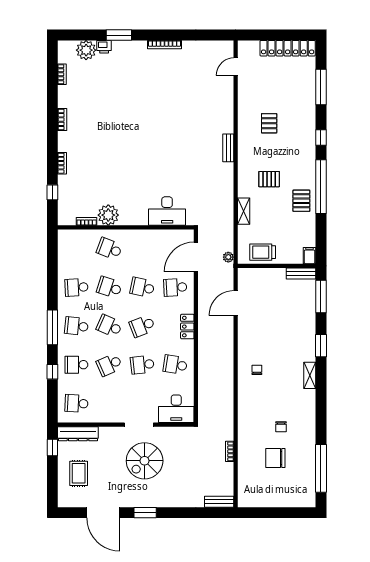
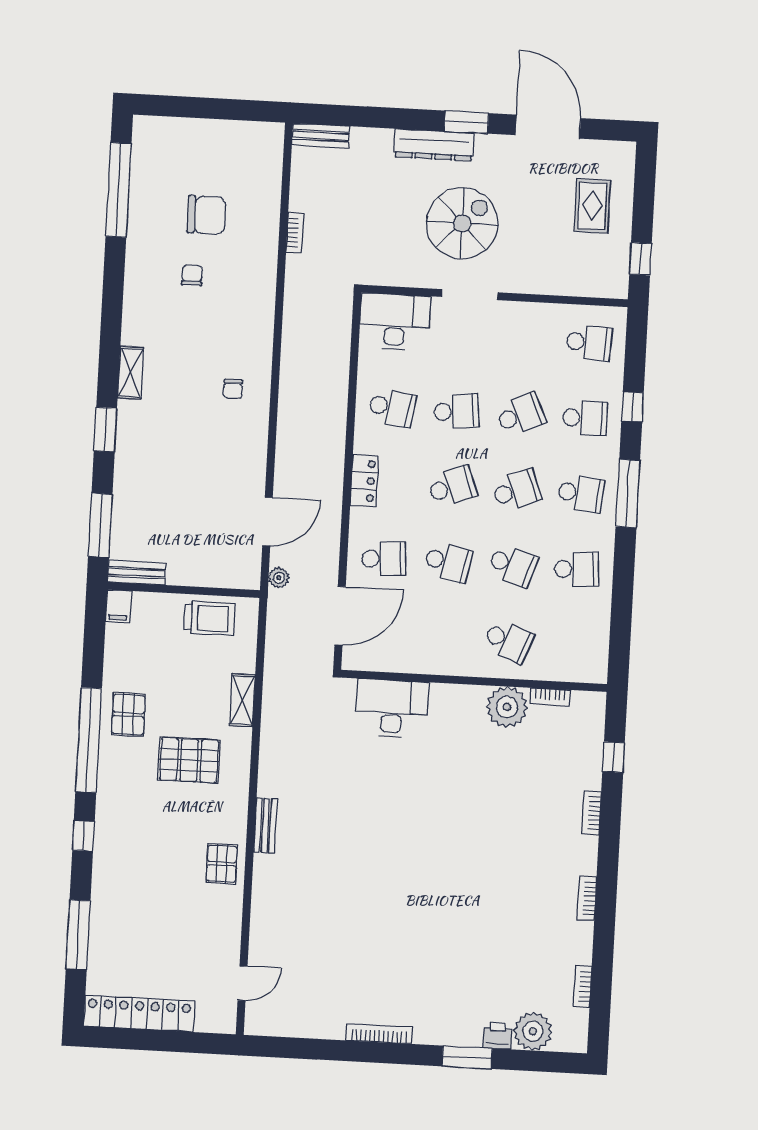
pallet: (269, 123) -> (222, 864), moved
pallet: (269, 179) -> (189, 760), width x1.50, depth x1.42
plant: (228, 257) -> (279, 578), moved
school desk: (109, 326) -> (516, 490), turned -45
dresser: (78, 434) -> (434, 145), moved, turned 180

